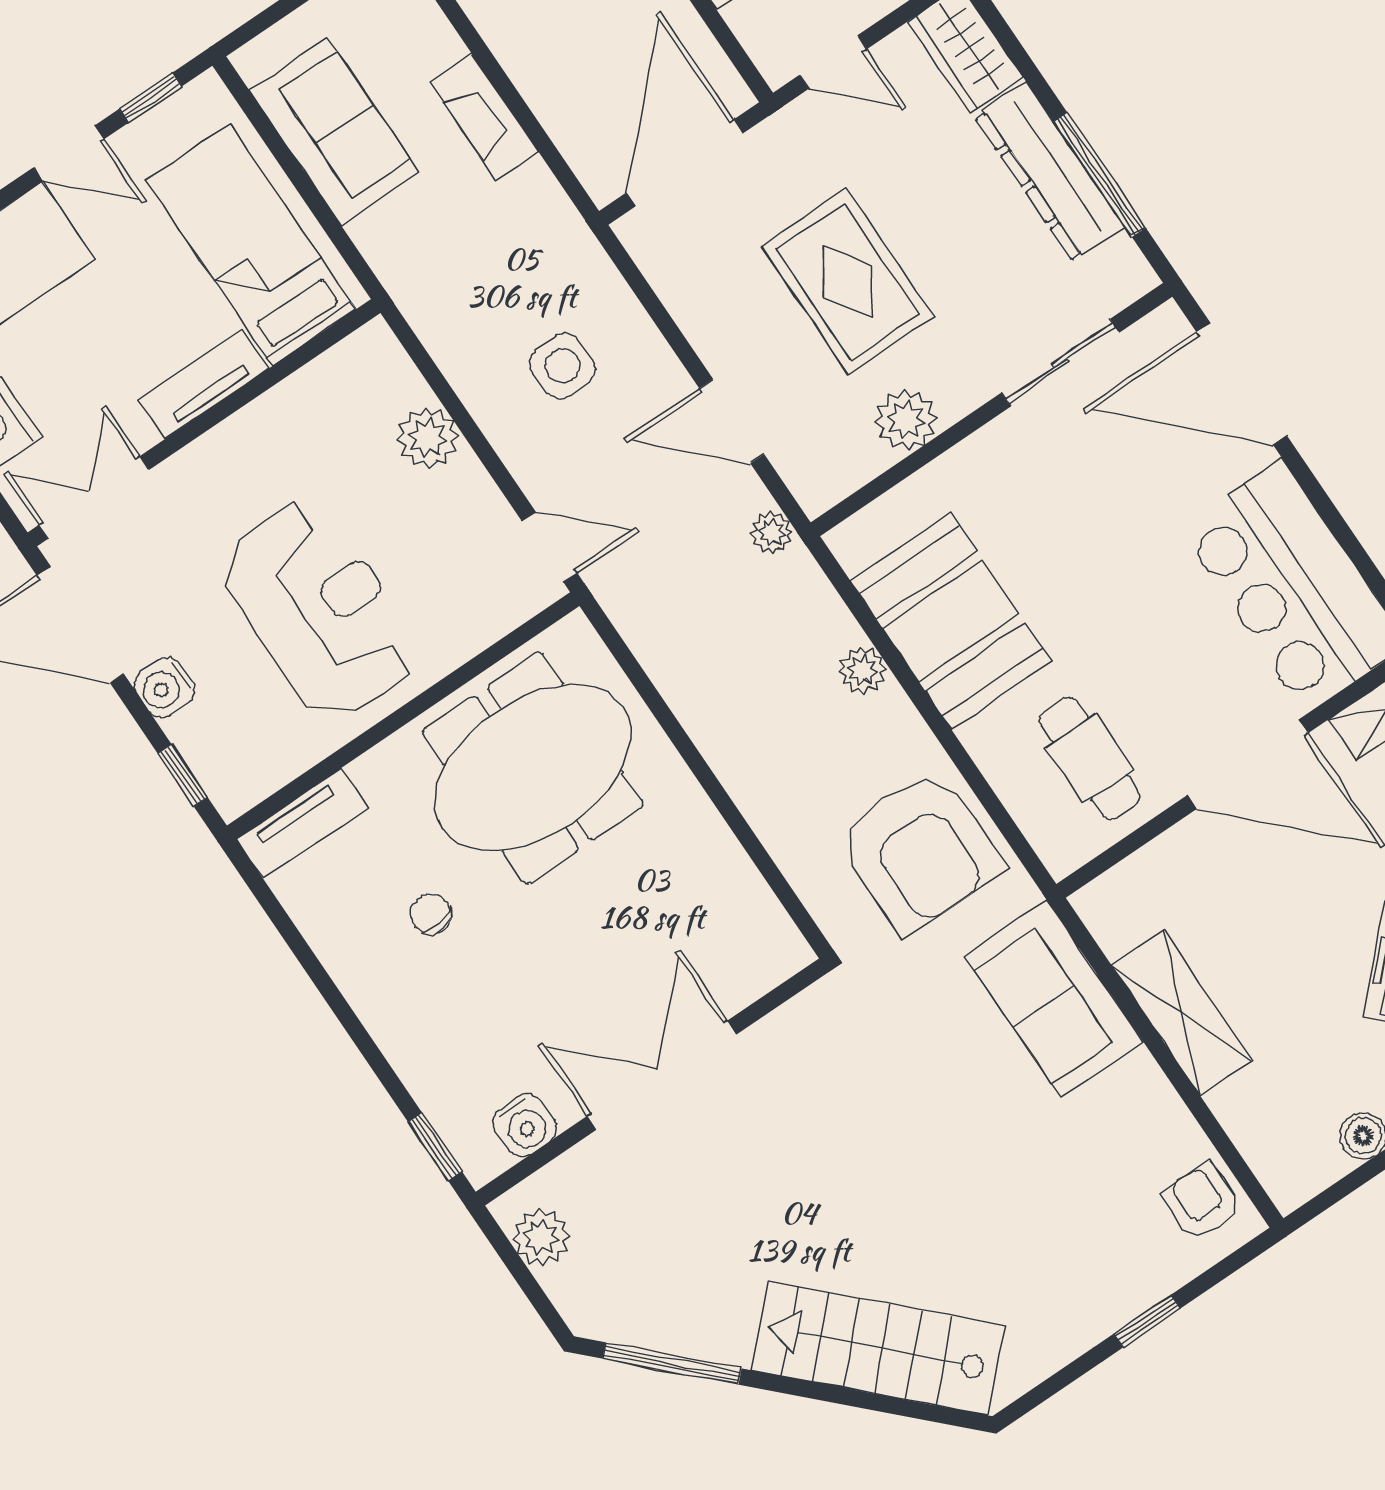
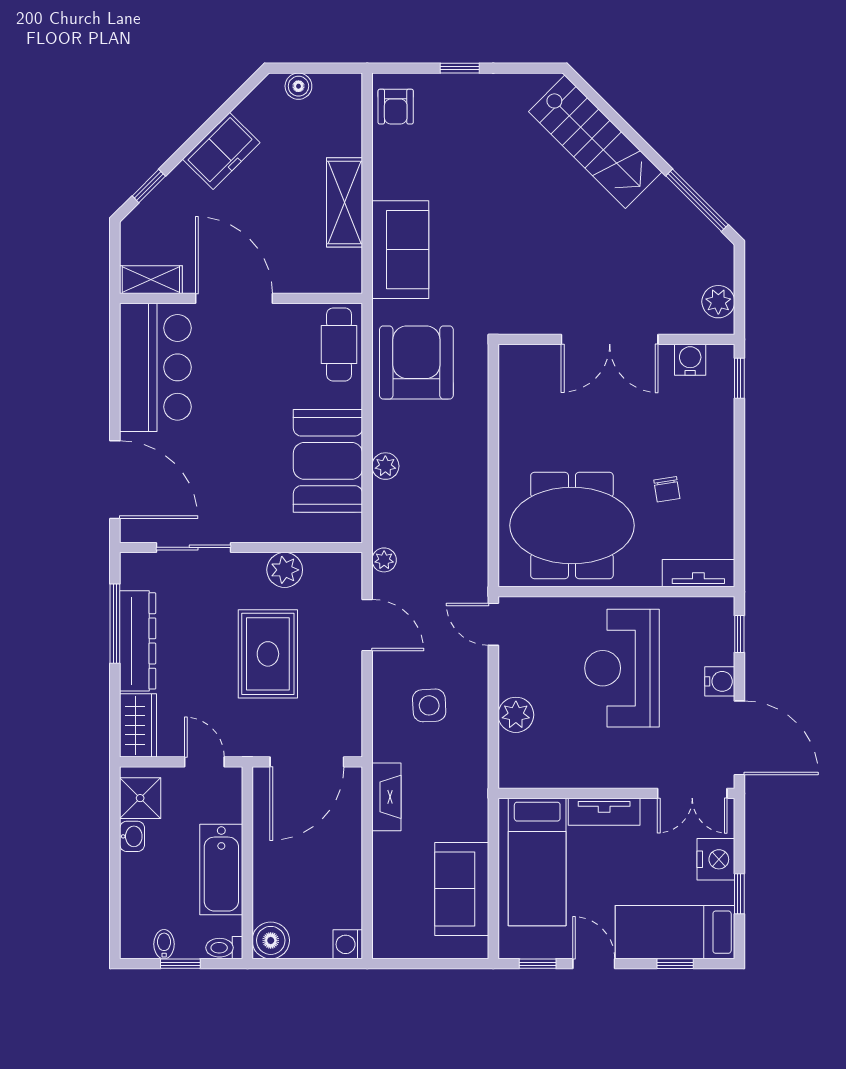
fireplace: (484, 117) -> (386, 797), moved
cafe table: (1090, 758) -> (339, 344), moved

